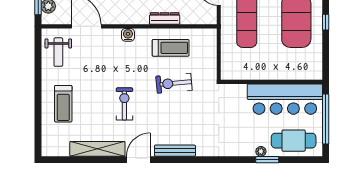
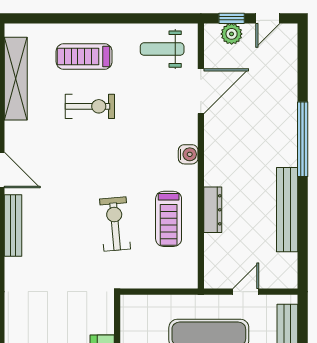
exercise bike: (124, 104) -> (90, 106), moved
shelving: (97, 149) -> (16, 79), moved

